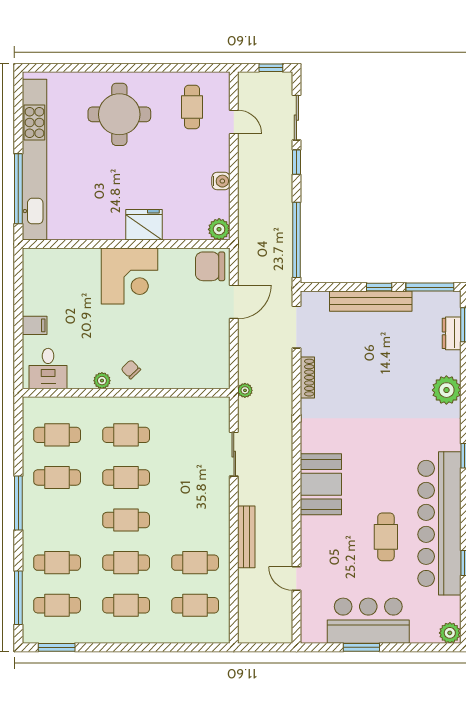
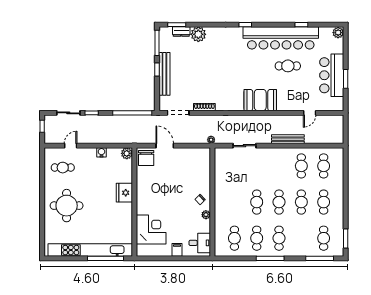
corner desk: (130, 276) -> (151, 230), moved
plant: (446, 390) -> (198, 34), moved
cafe table: (126, 435) -> (234, 202), removed
cafe table: (57, 563) -> (279, 238), moved

